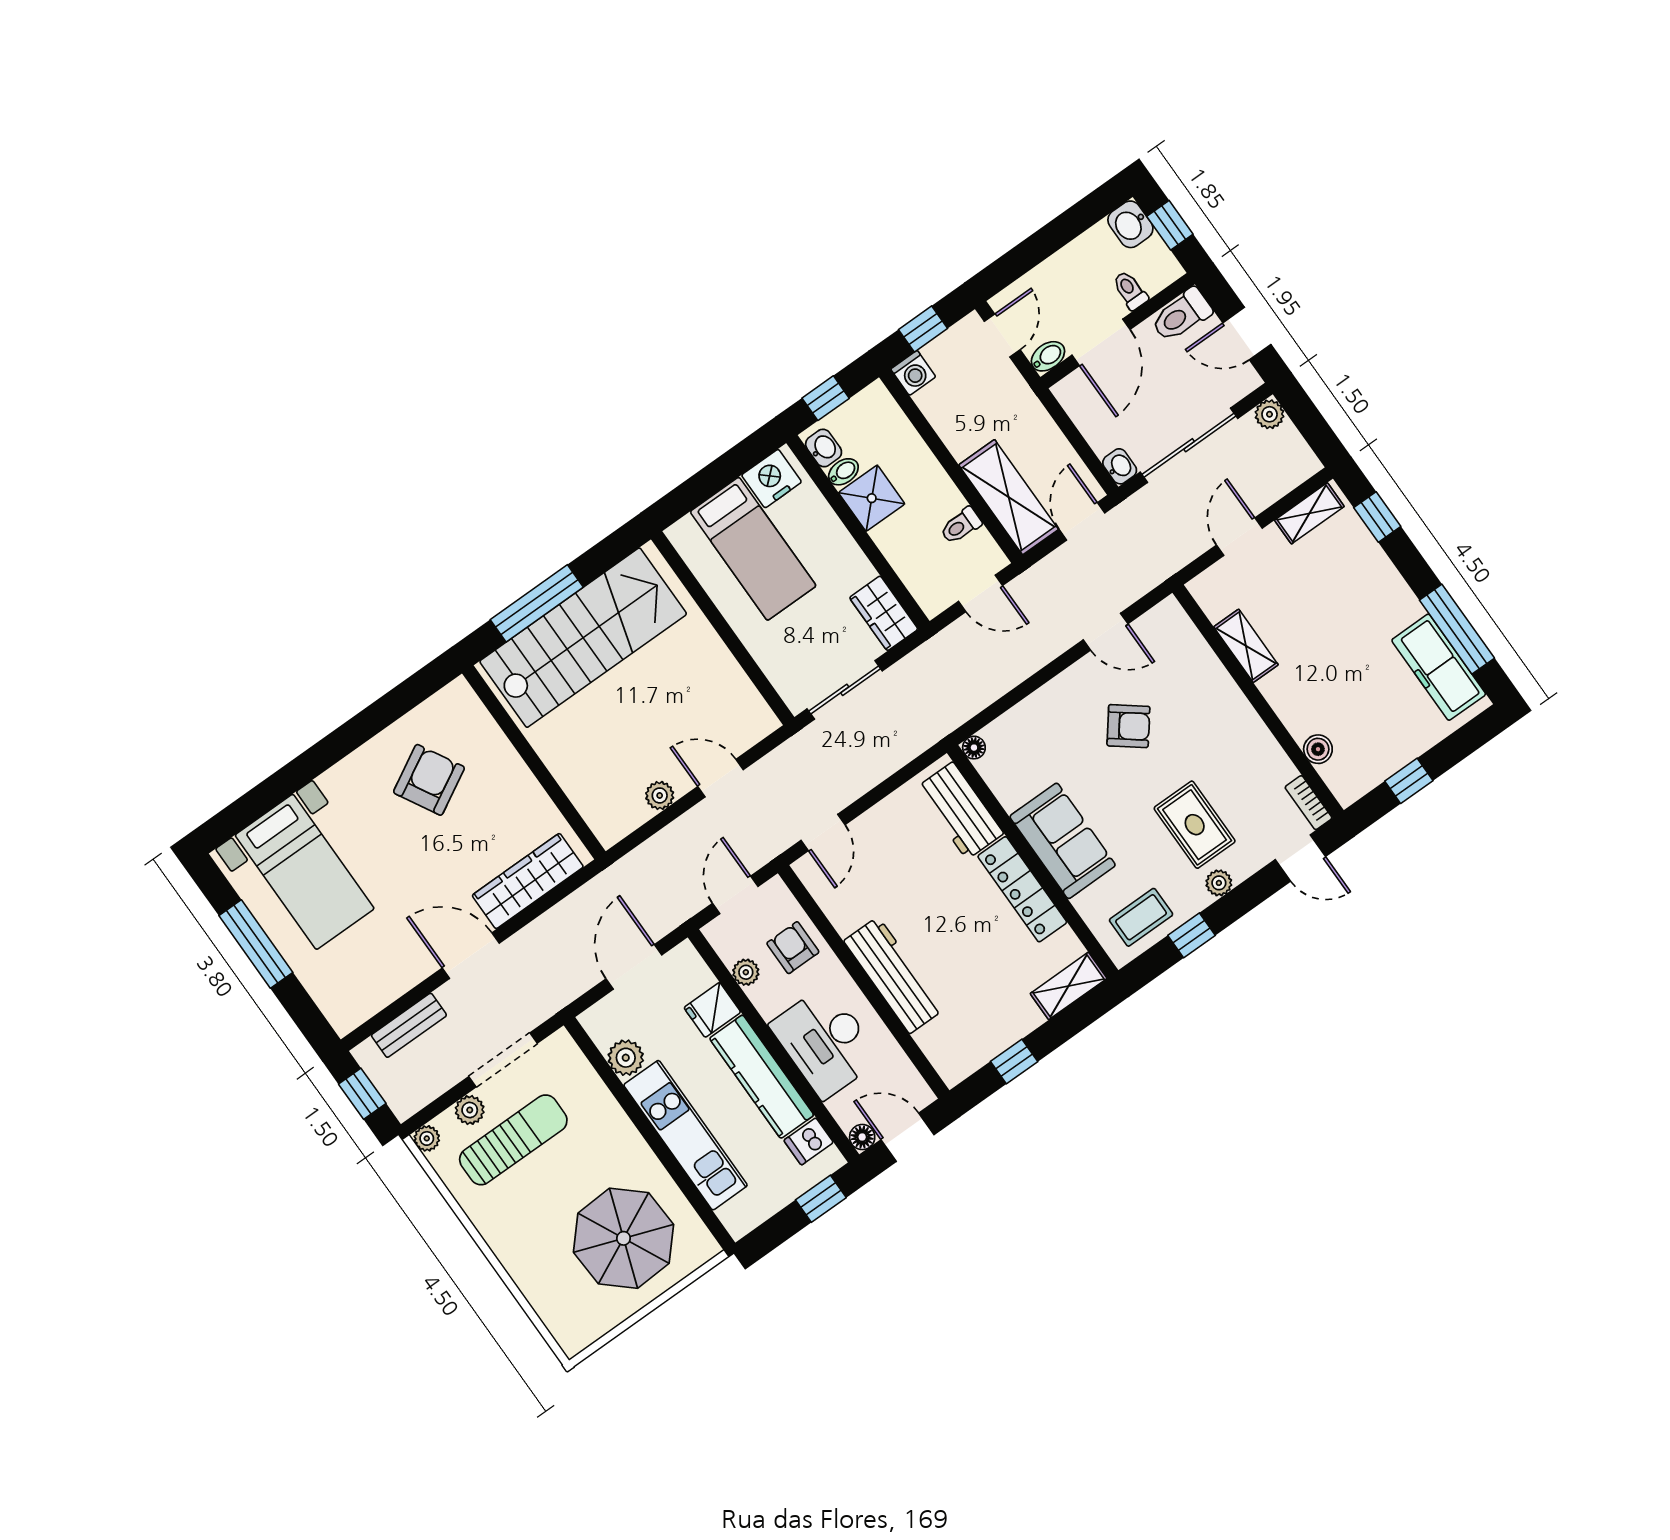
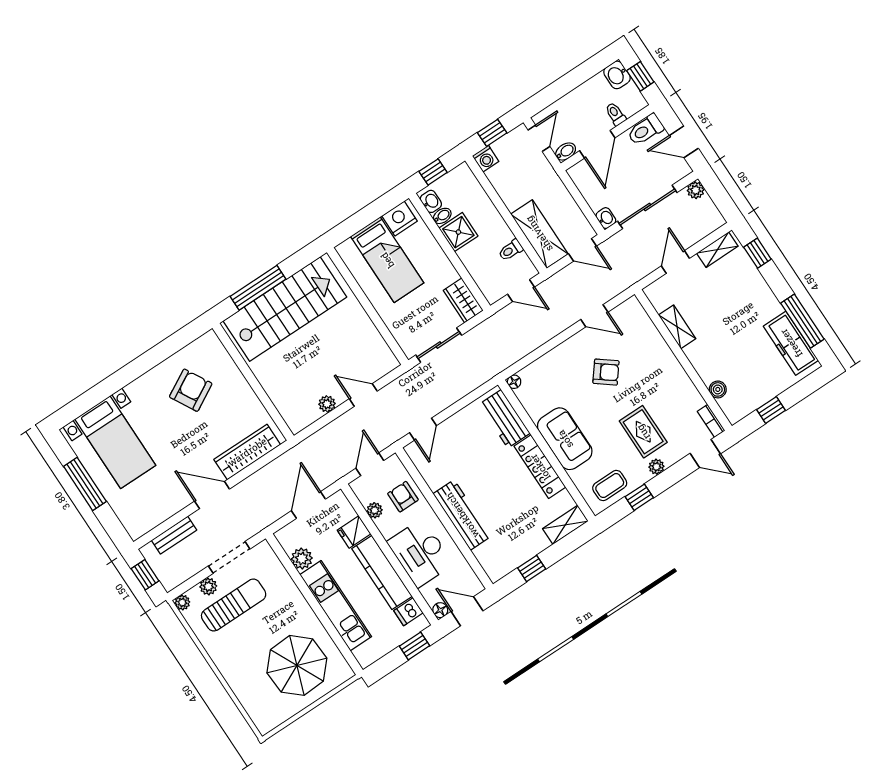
door: (1082, 521) -> (582, 250), swing flipped

